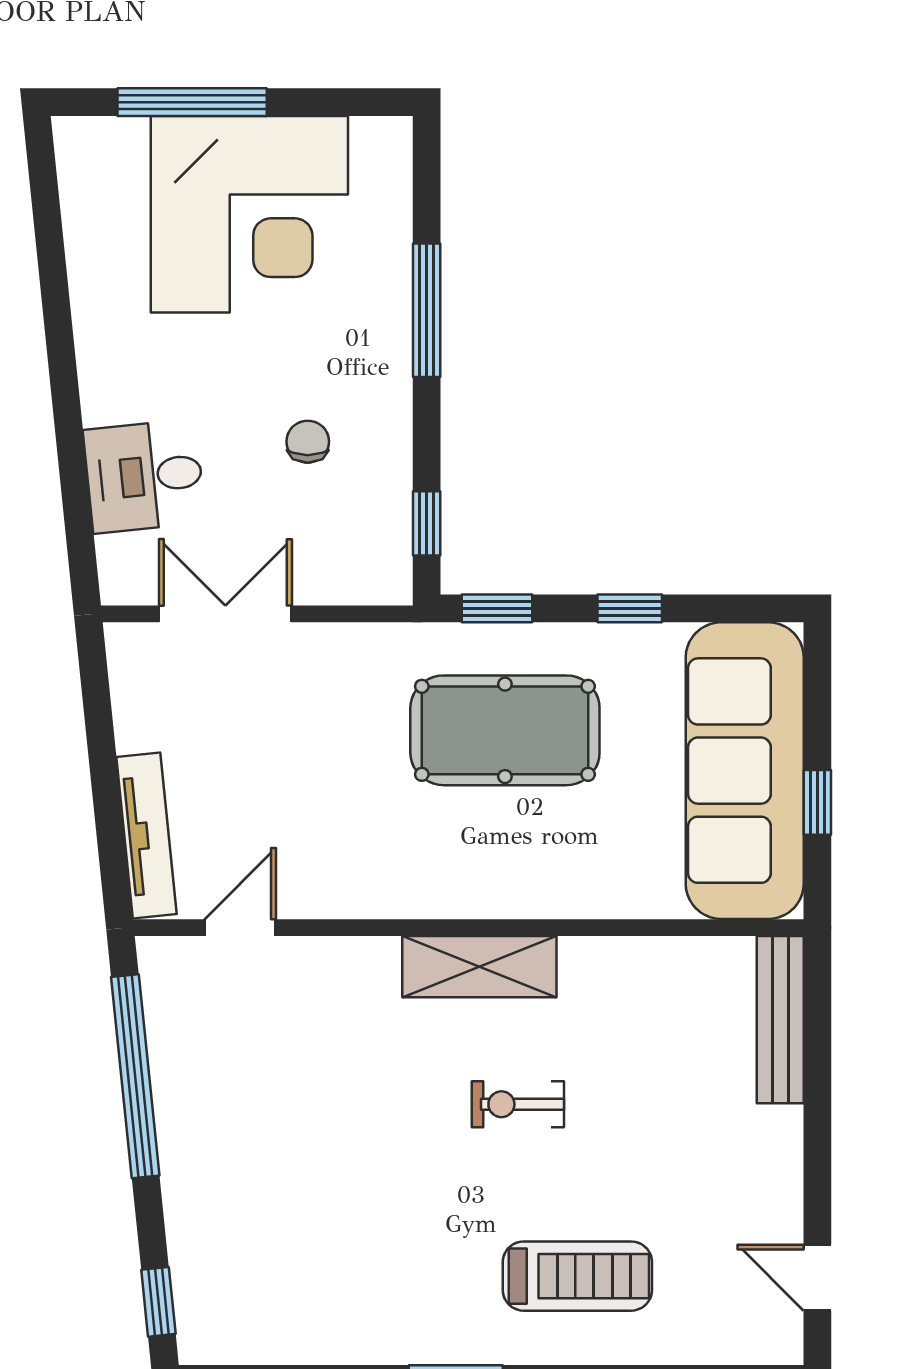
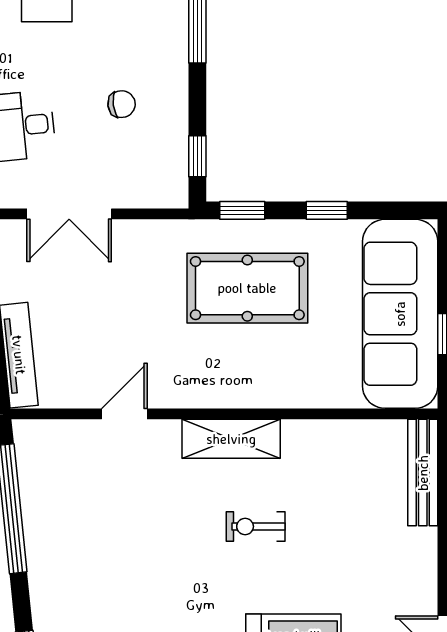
chair: (308, 442) -> (122, 104), turned 83
double door: (225, 614) -> (69, 214), swing flipped
door: (240, 928) -> (124, 414), moved

